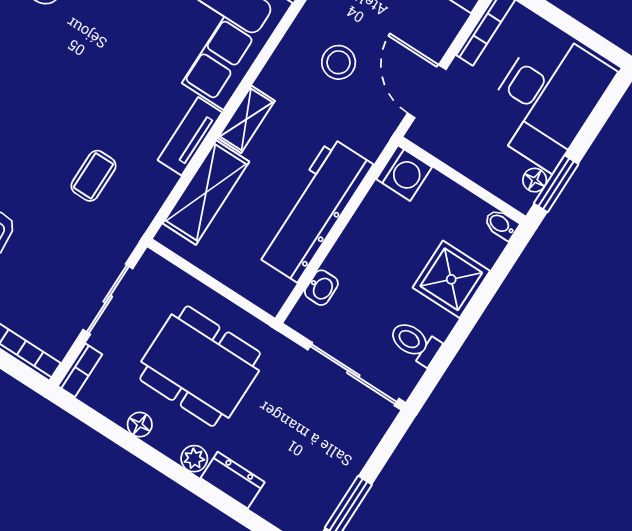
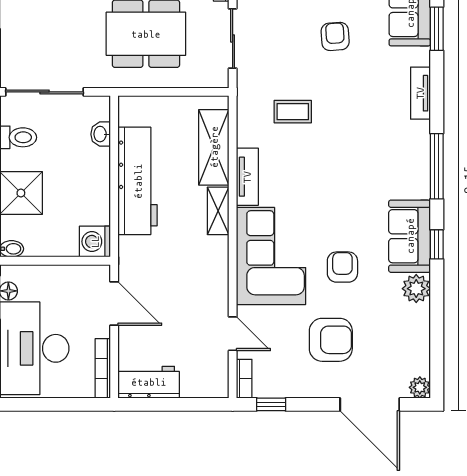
stool: (339, 62) -> (183, 285), removed
coffee table: (93, 176) -> (293, 112), turned 90

